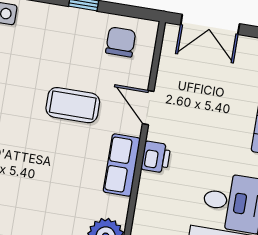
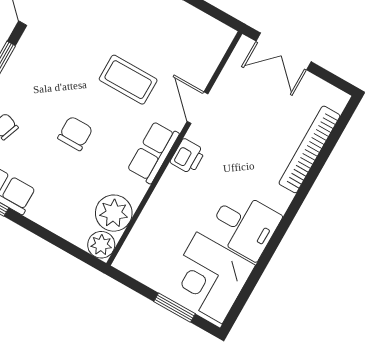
chair: (121, 42) -> (75, 133), moved

